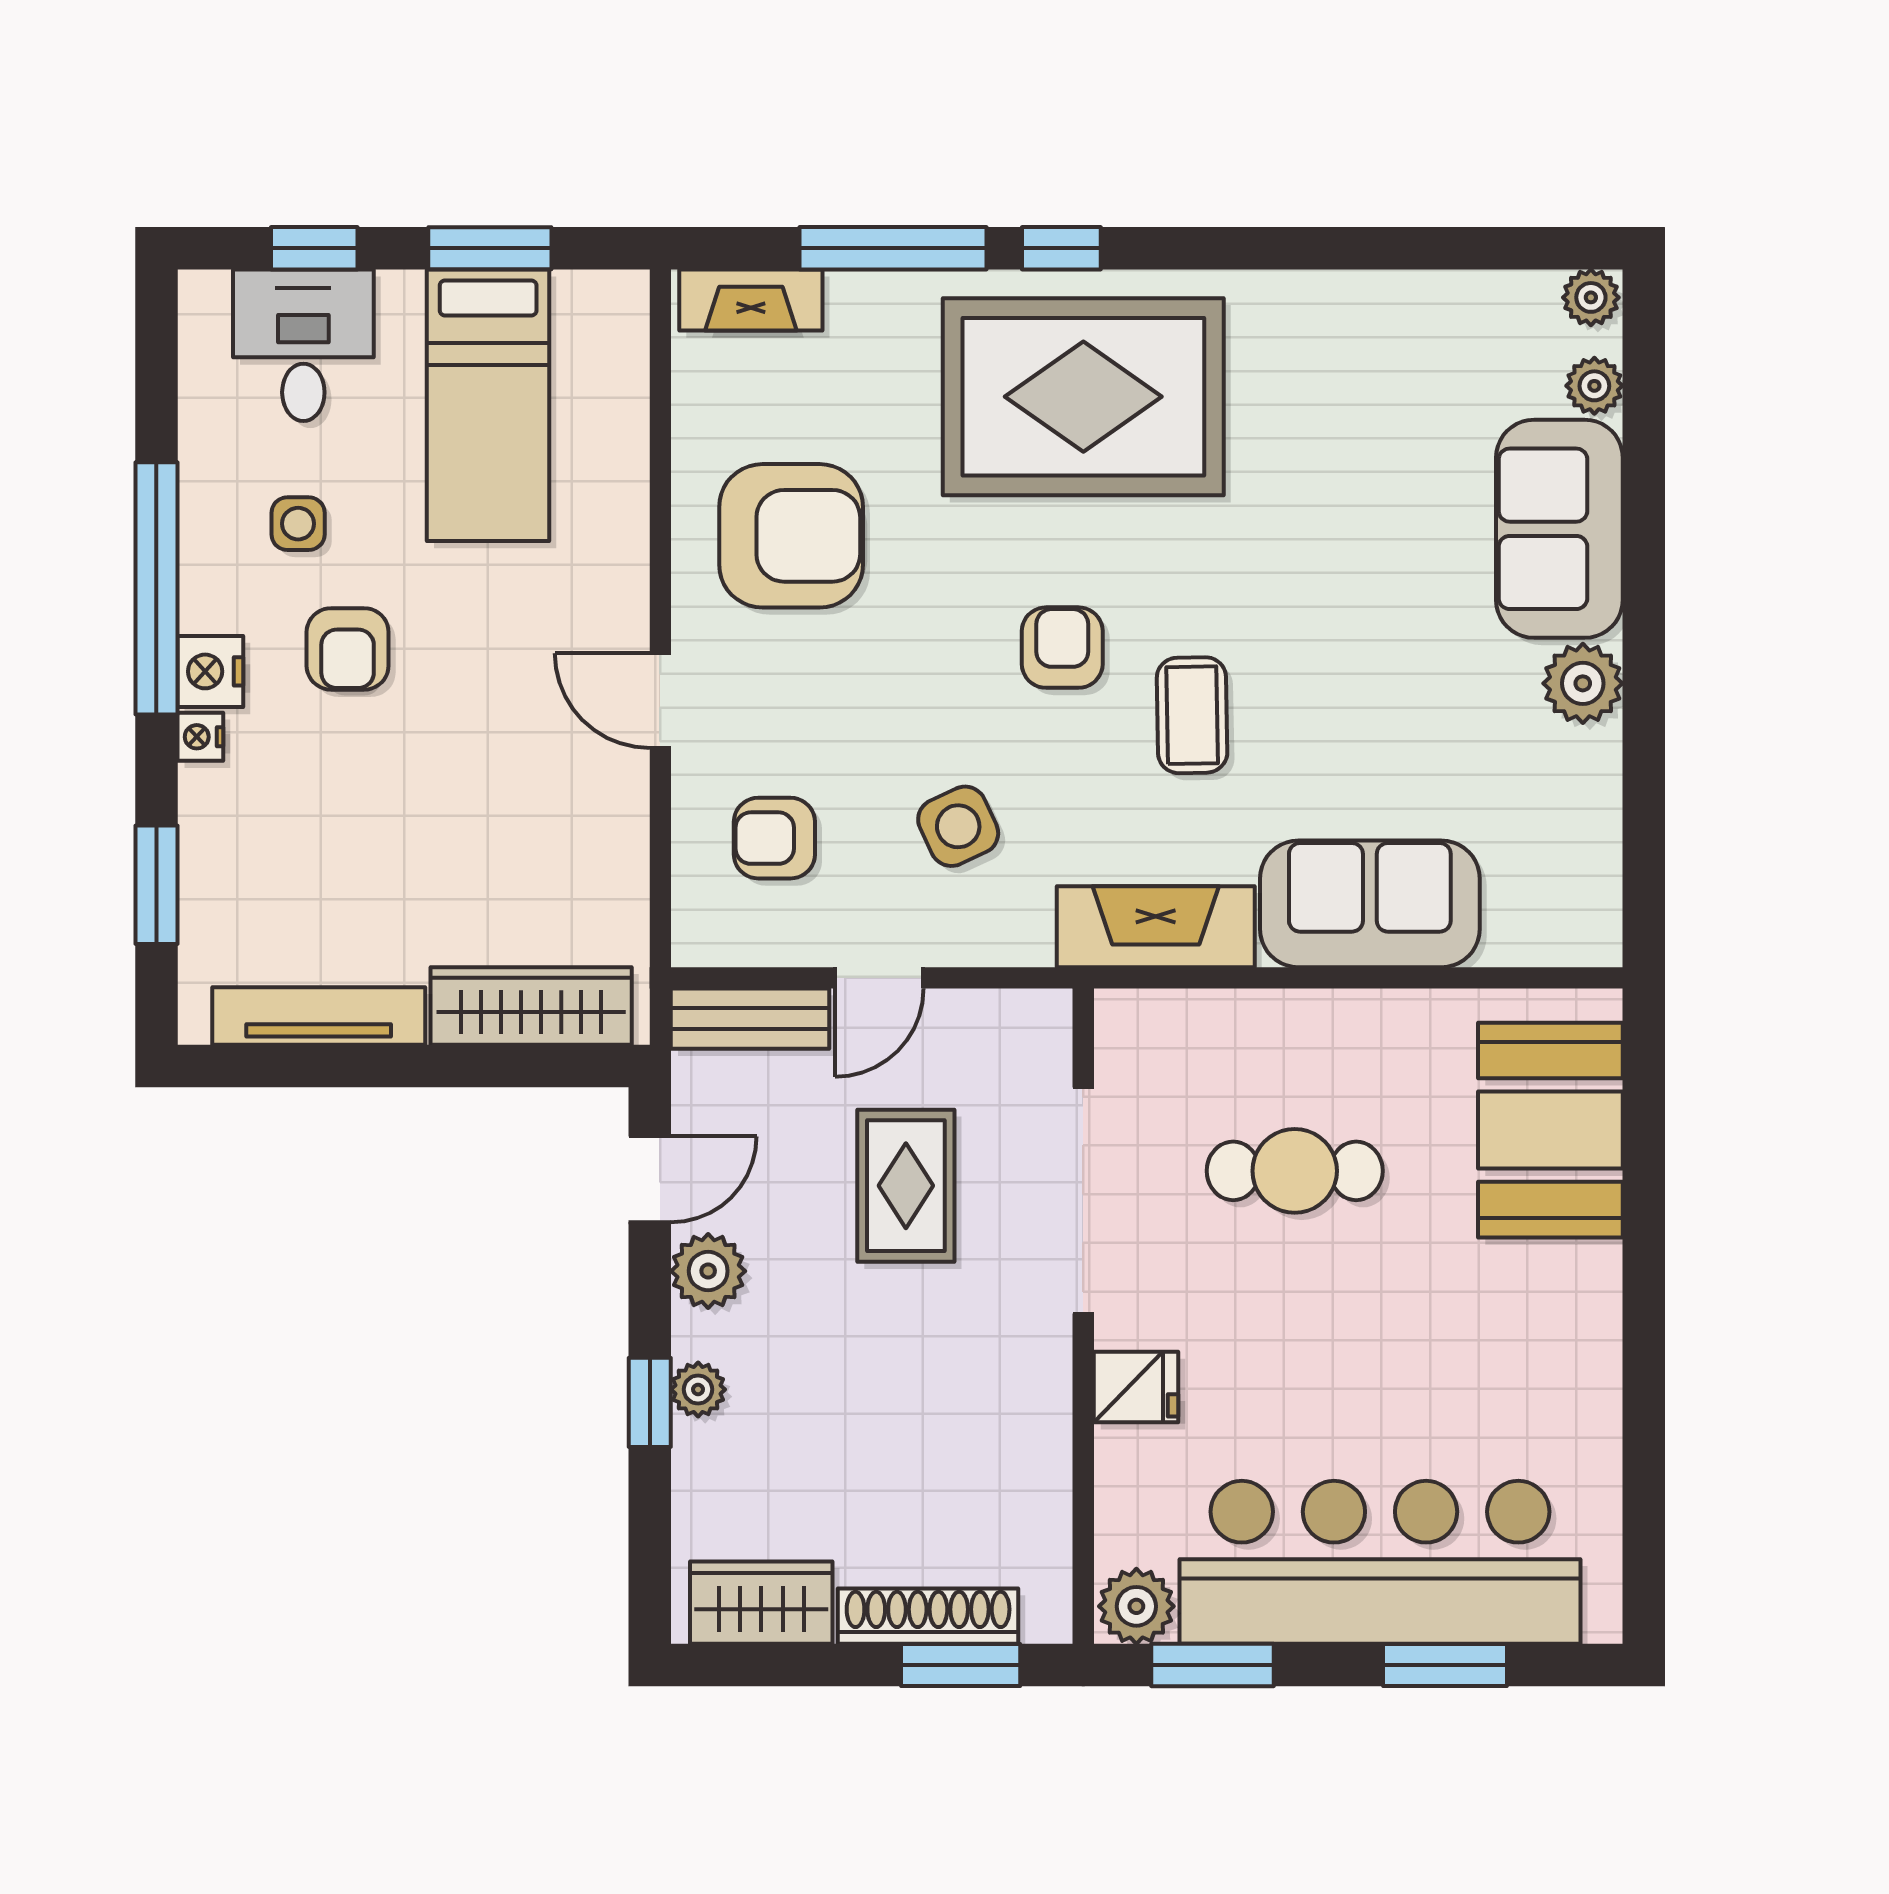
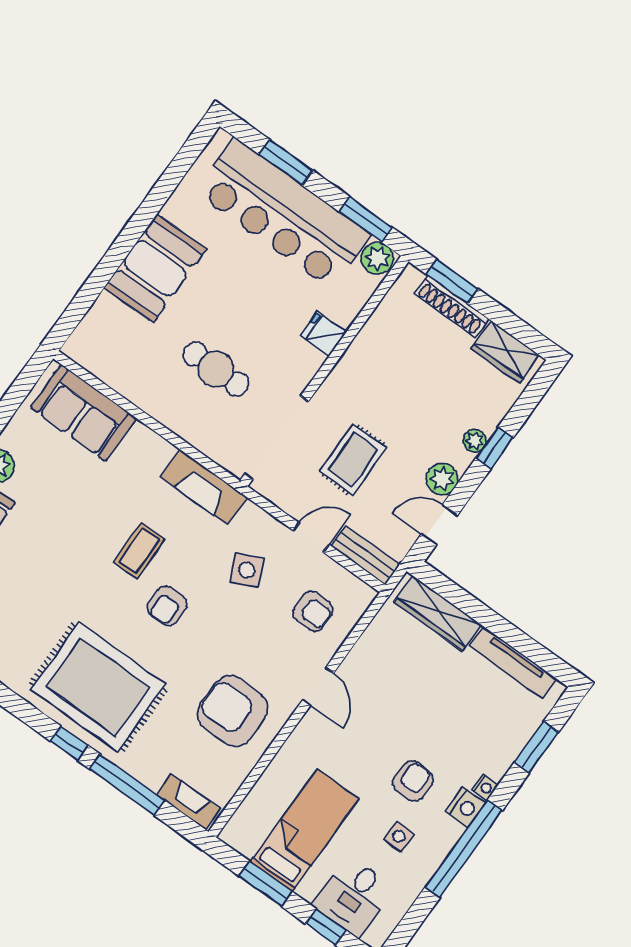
sofa: (1370, 904) -> (83, 413), moved
booth: (1550, 1130) -> (155, 268), moved
doorway: (1083, 1200) -> (277, 438), moved

